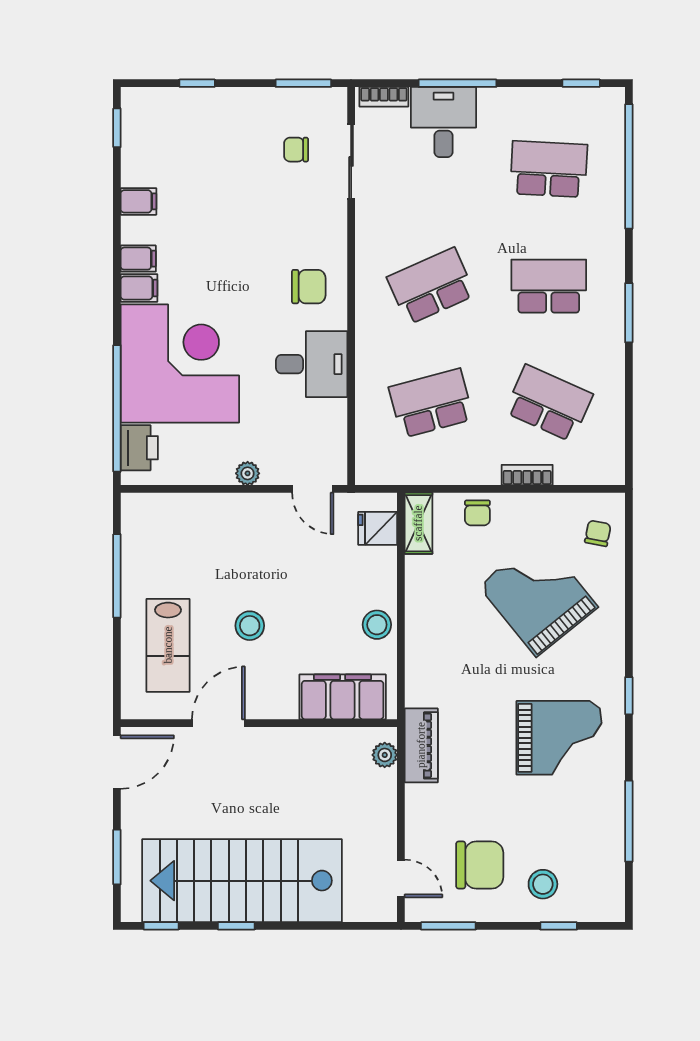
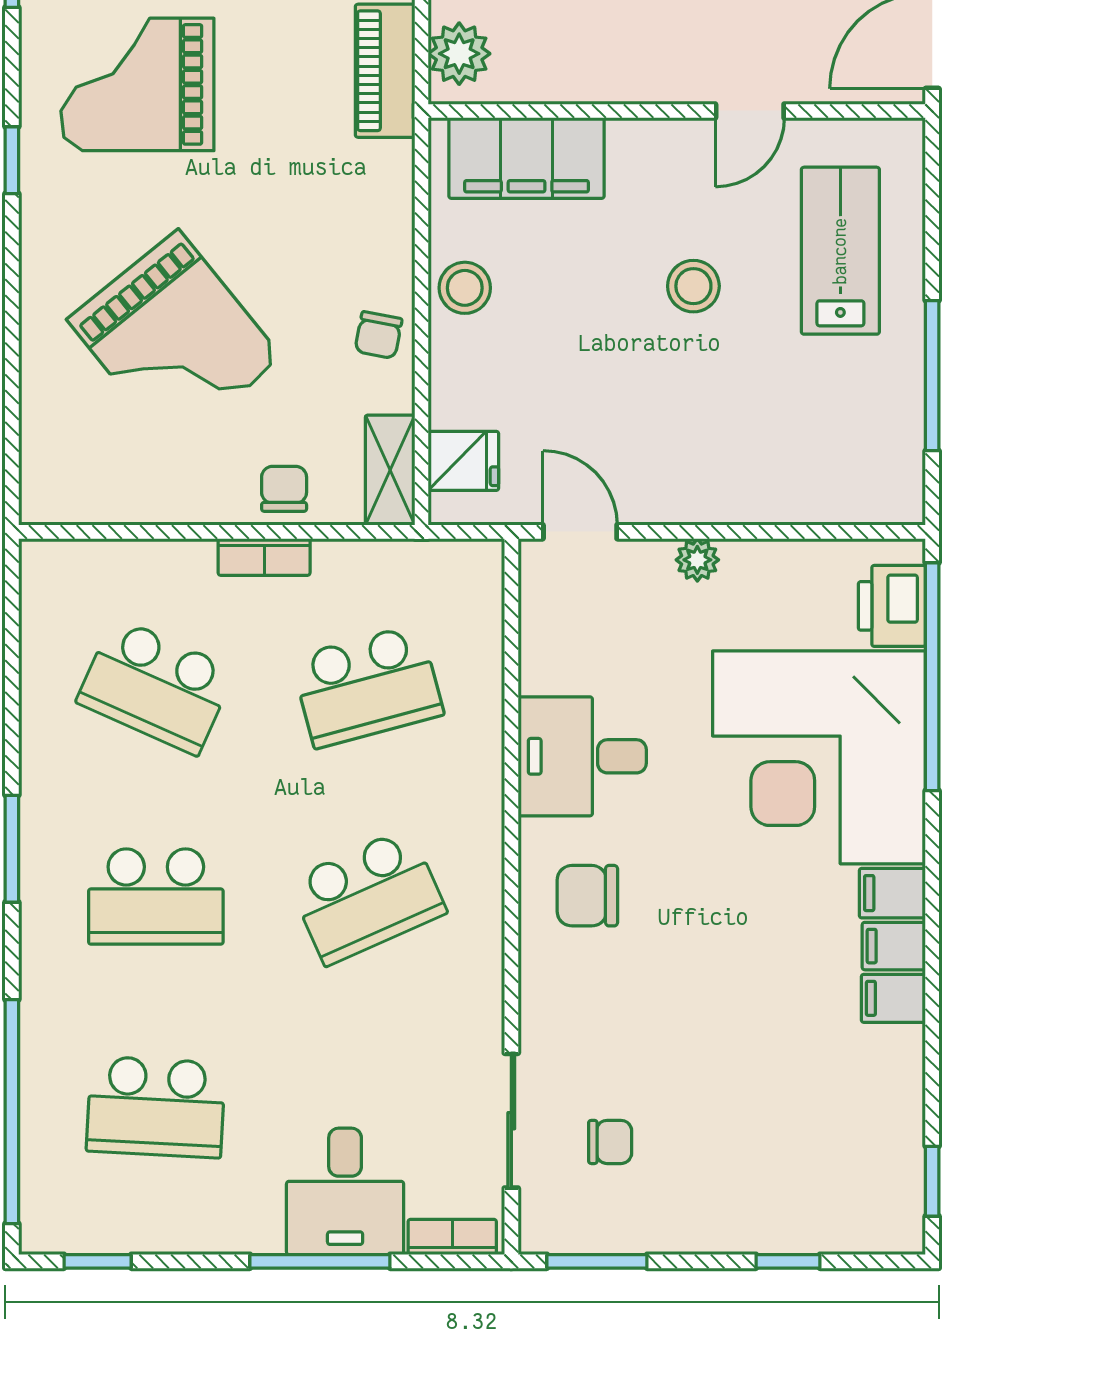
filing cabinet: (139, 201) -> (893, 998), moved
bookcase: (527, 475) -> (264, 557), moved
chair: (598, 533) -> (378, 335), moved
door: (218, 723) -> (750, 111), width x0.73
plant: (385, 755) -> (459, 54), width x1.38, depth x1.38

